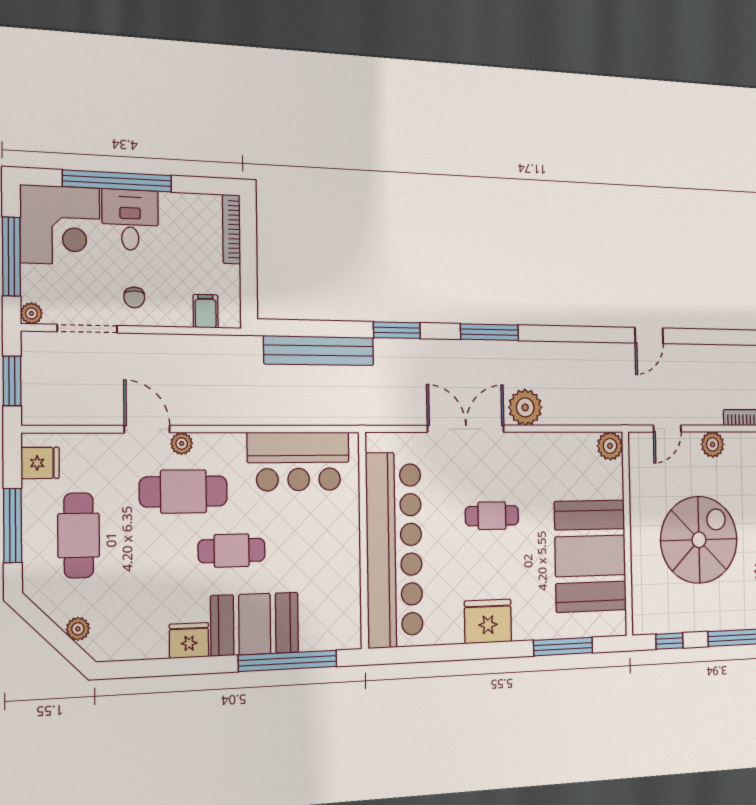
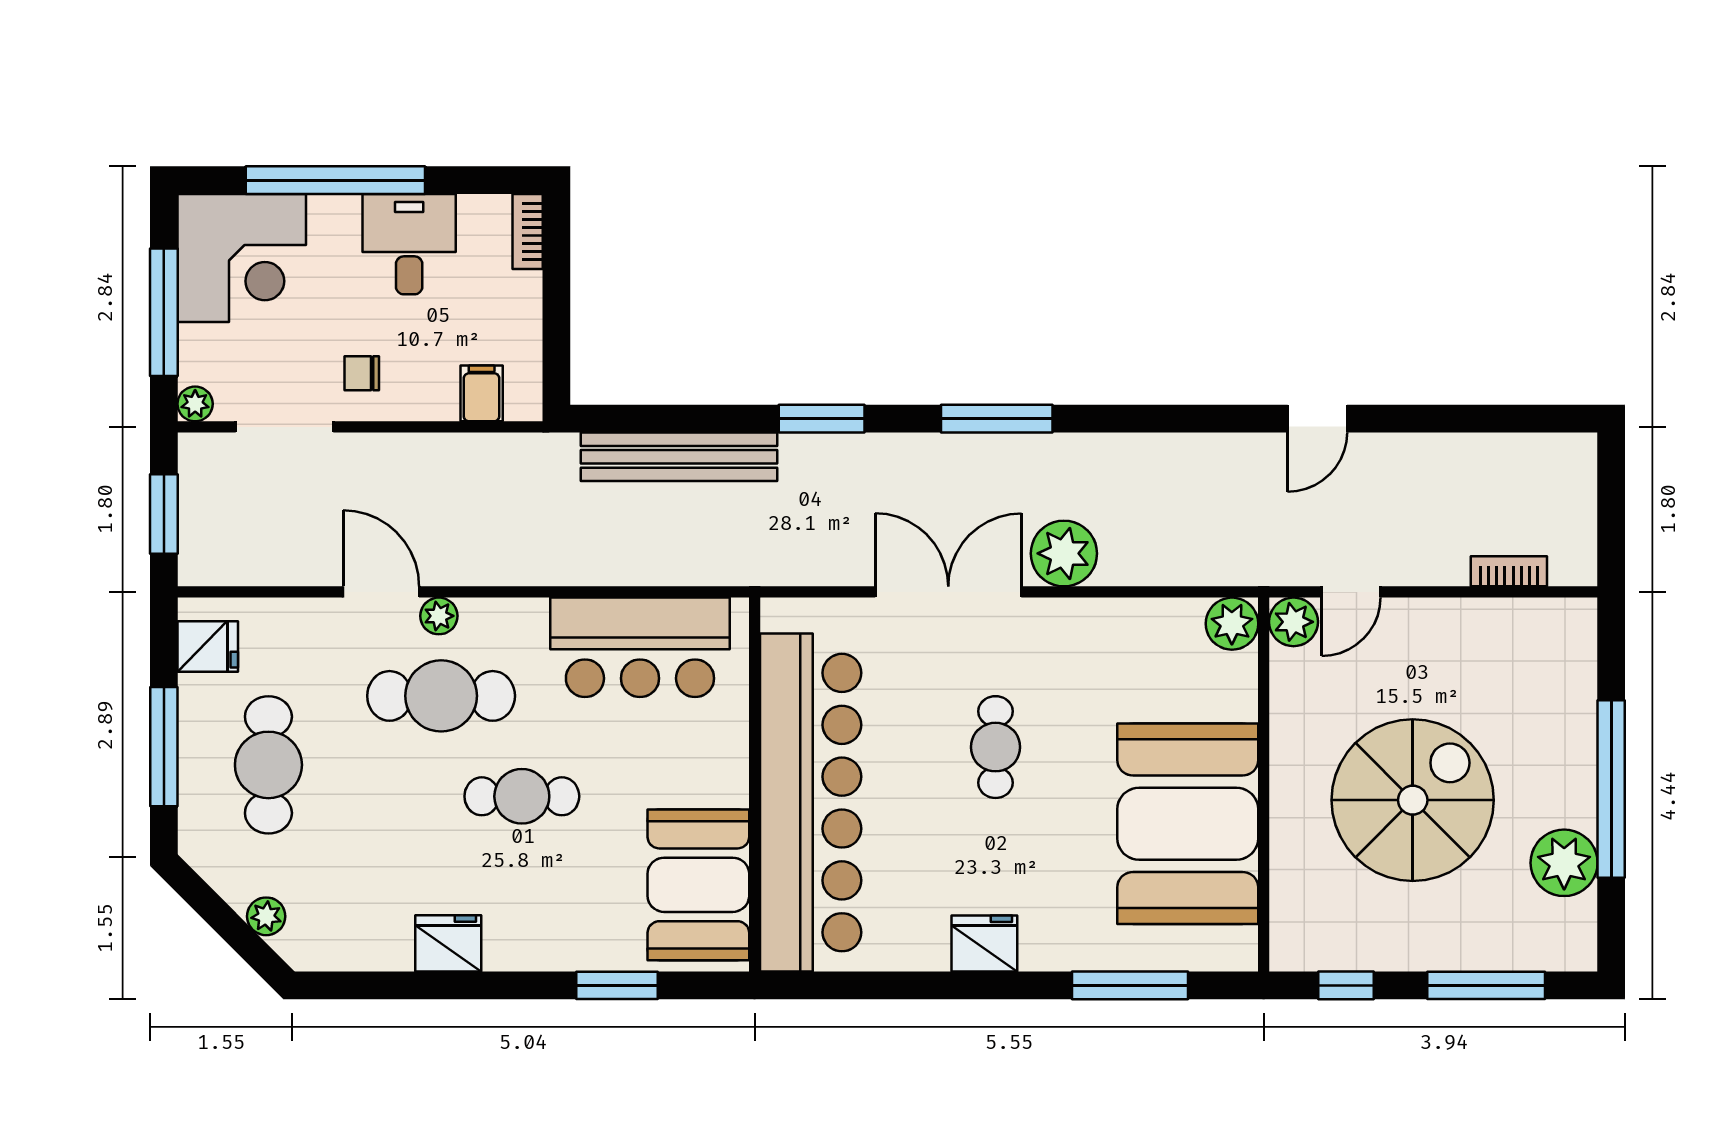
desk: (130, 220) -> (409, 244), moved
bookcase: (232, 229) -> (528, 232), width x0.64
chair: (134, 297) -> (362, 373), turned 90
plant: (713, 444) -> (1293, 622), moved
cafe table: (492, 516) -> (996, 747), turned 90
fridge: (488, 621) -> (984, 944), width x0.73, depth x0.75
booth: (255, 624) -> (698, 885), moved, turned 90
window: (288, 661) -> (617, 985), width x0.47

